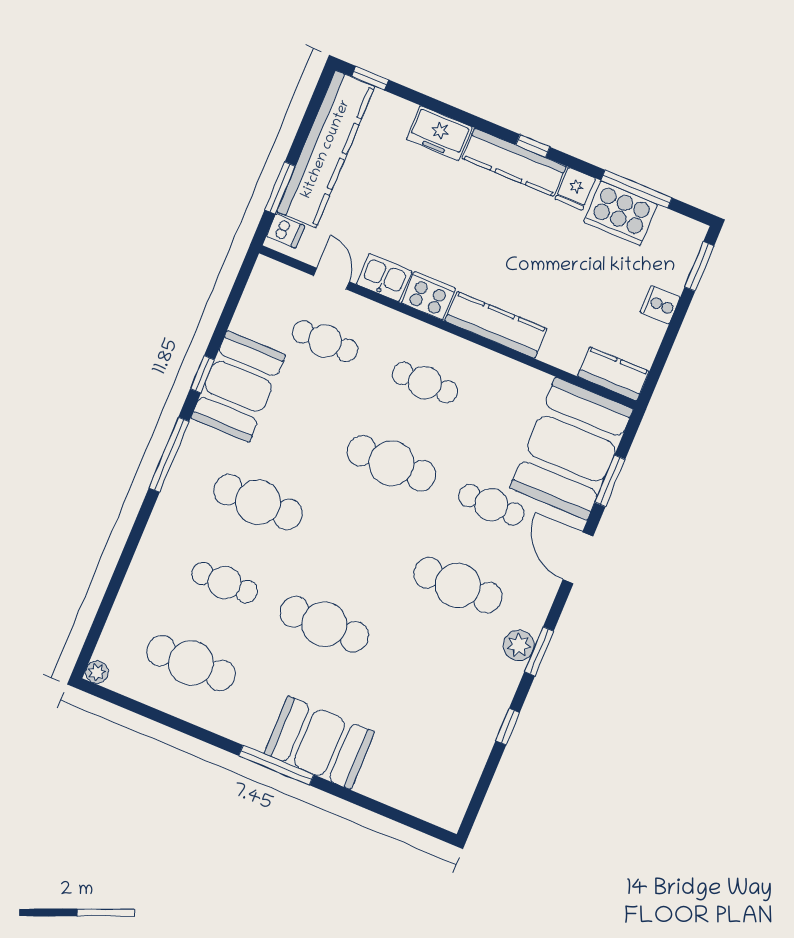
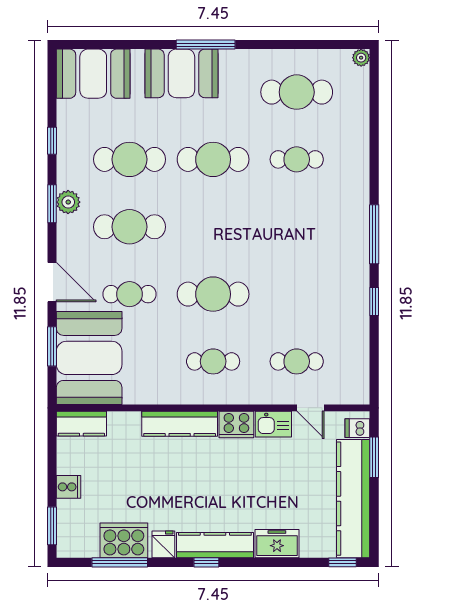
booth: (238, 386) -> (93, 74), moved, turned 90
cafe table: (258, 502) -> (129, 159), moved

